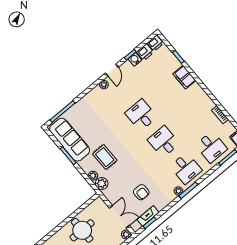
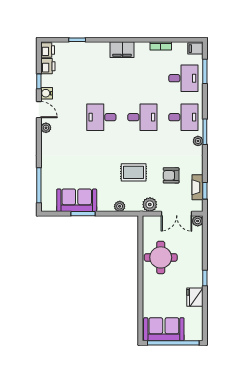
water cooler: (135, 59) -> (47, 93), moved
filing cabinet: (184, 77) -> (122, 50), moved
sofa: (70, 140) -> (77, 200), width x0.73
desk: (163, 142) -> (142, 117), turned 180
rug: (105, 157) -> (134, 172), moved
plant: (102, 183) -> (150, 204), moved
armchair: (141, 192) -> (171, 175), turned 180
double door: (119, 217) -> (177, 214), swing flipped

